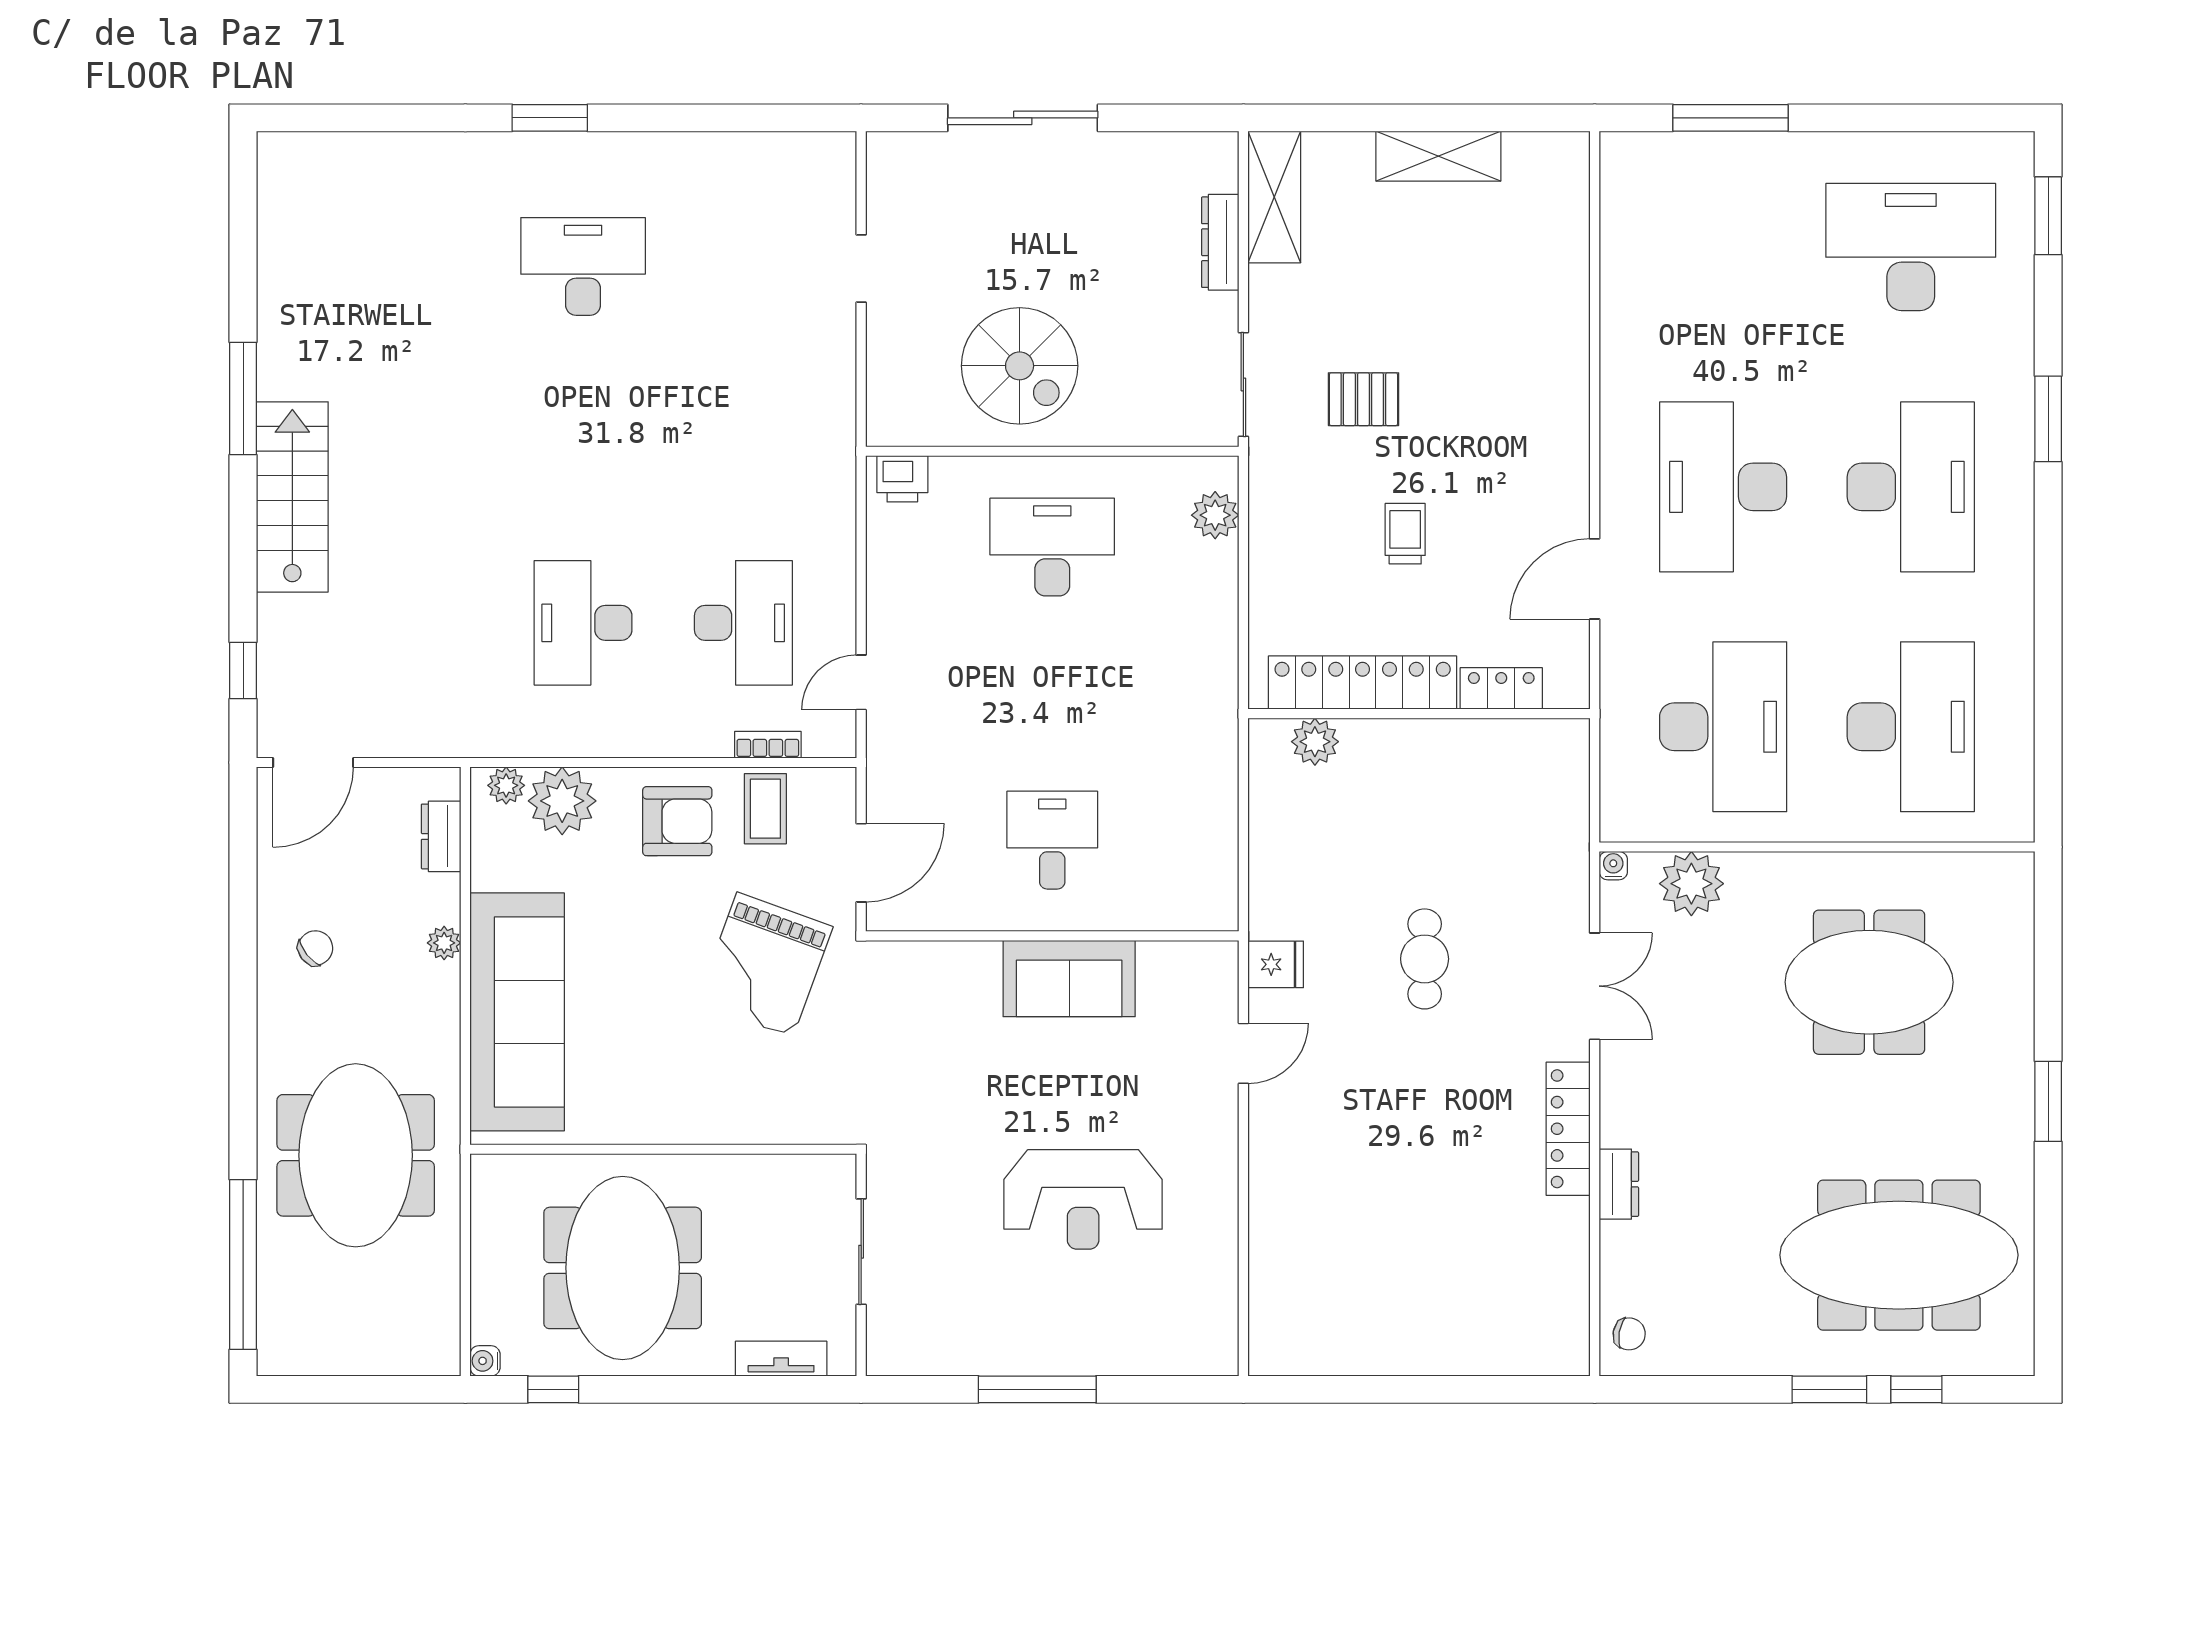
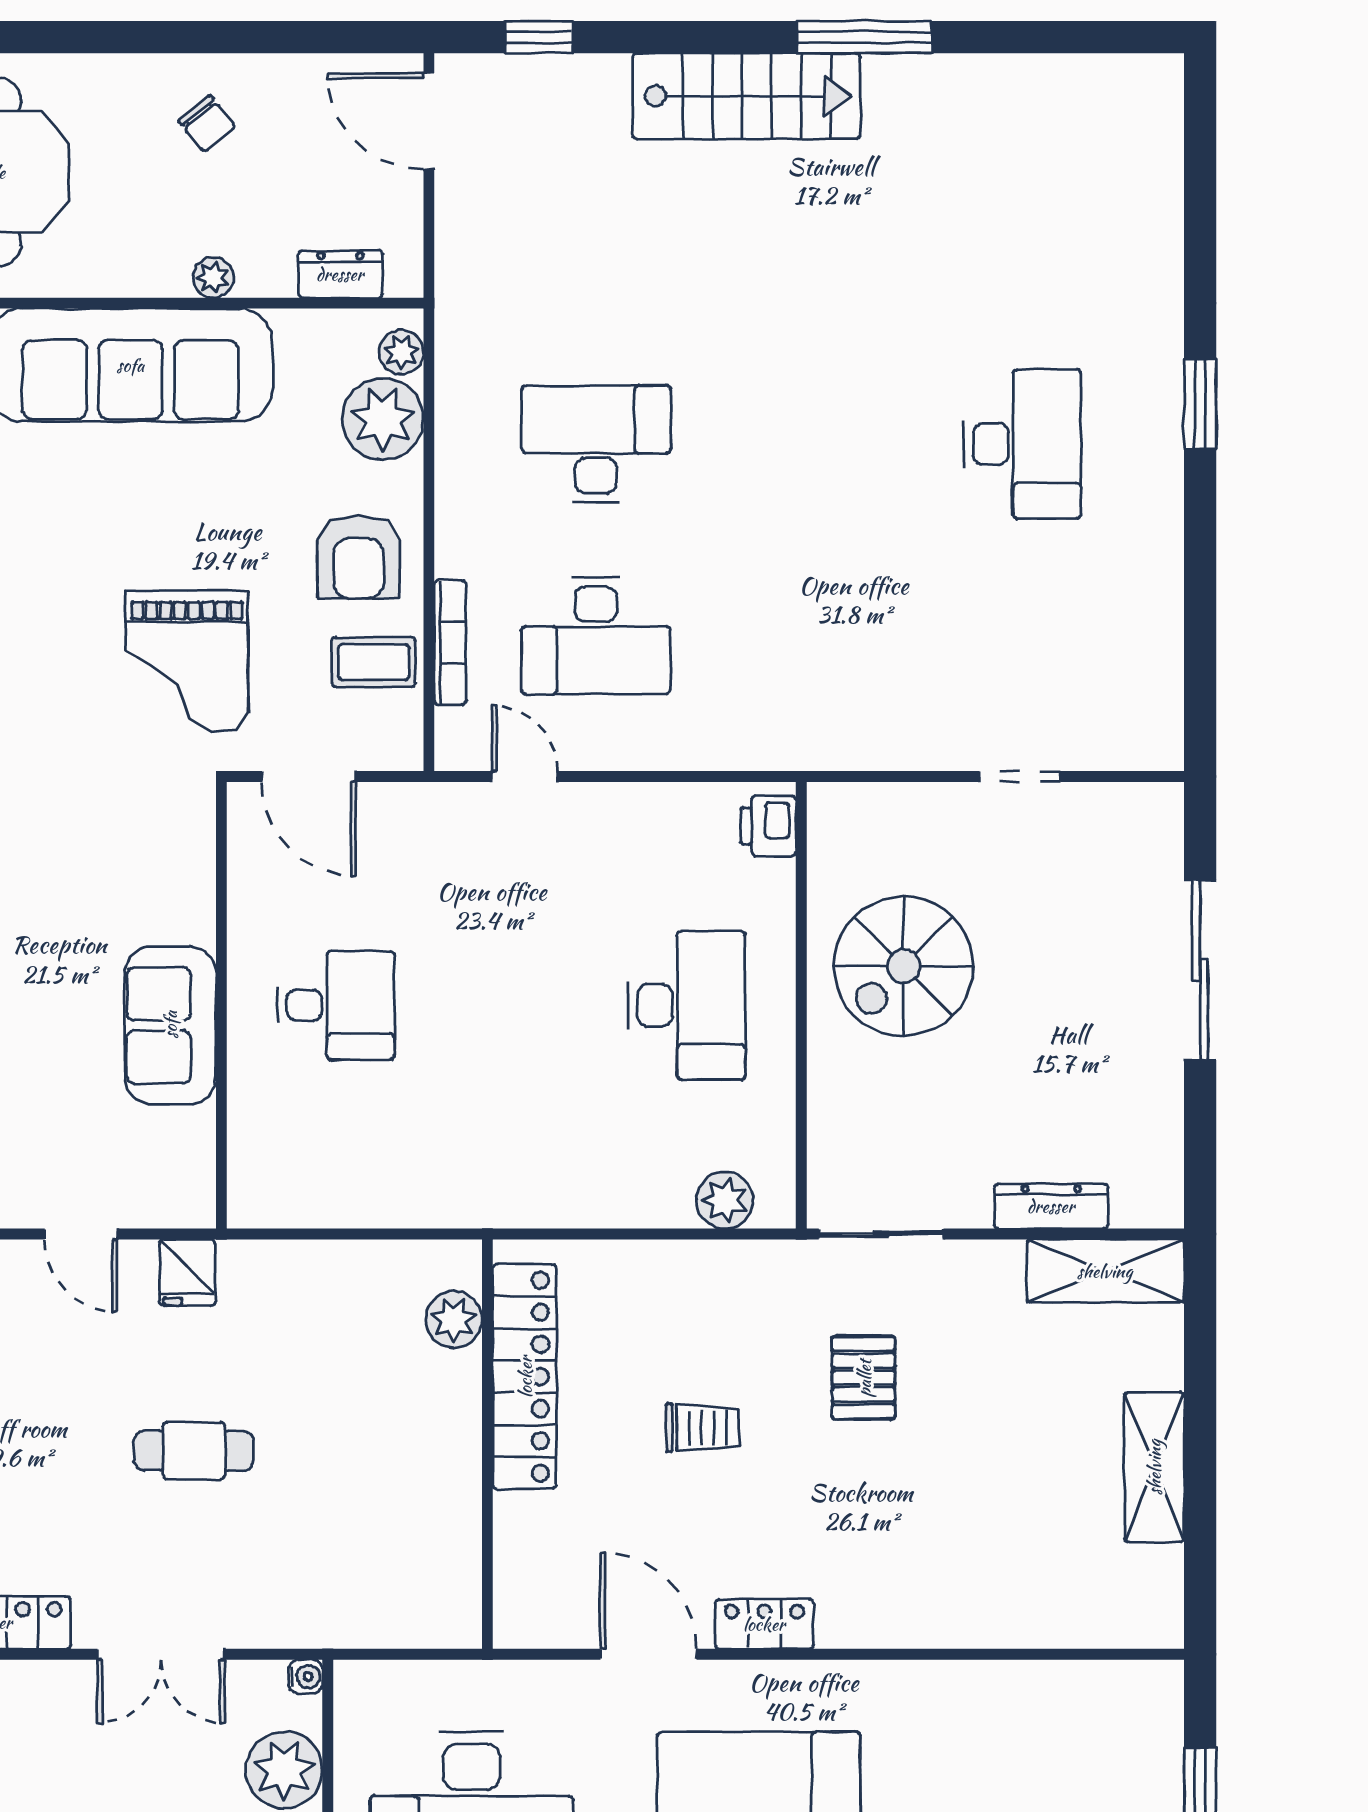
locker: (1501, 688) -> (764, 1624), moved, turned -90
bookcase: (768, 745) -> (450, 643), width x1.56
grand piano: (765, 965) -> (187, 661), turned -110

